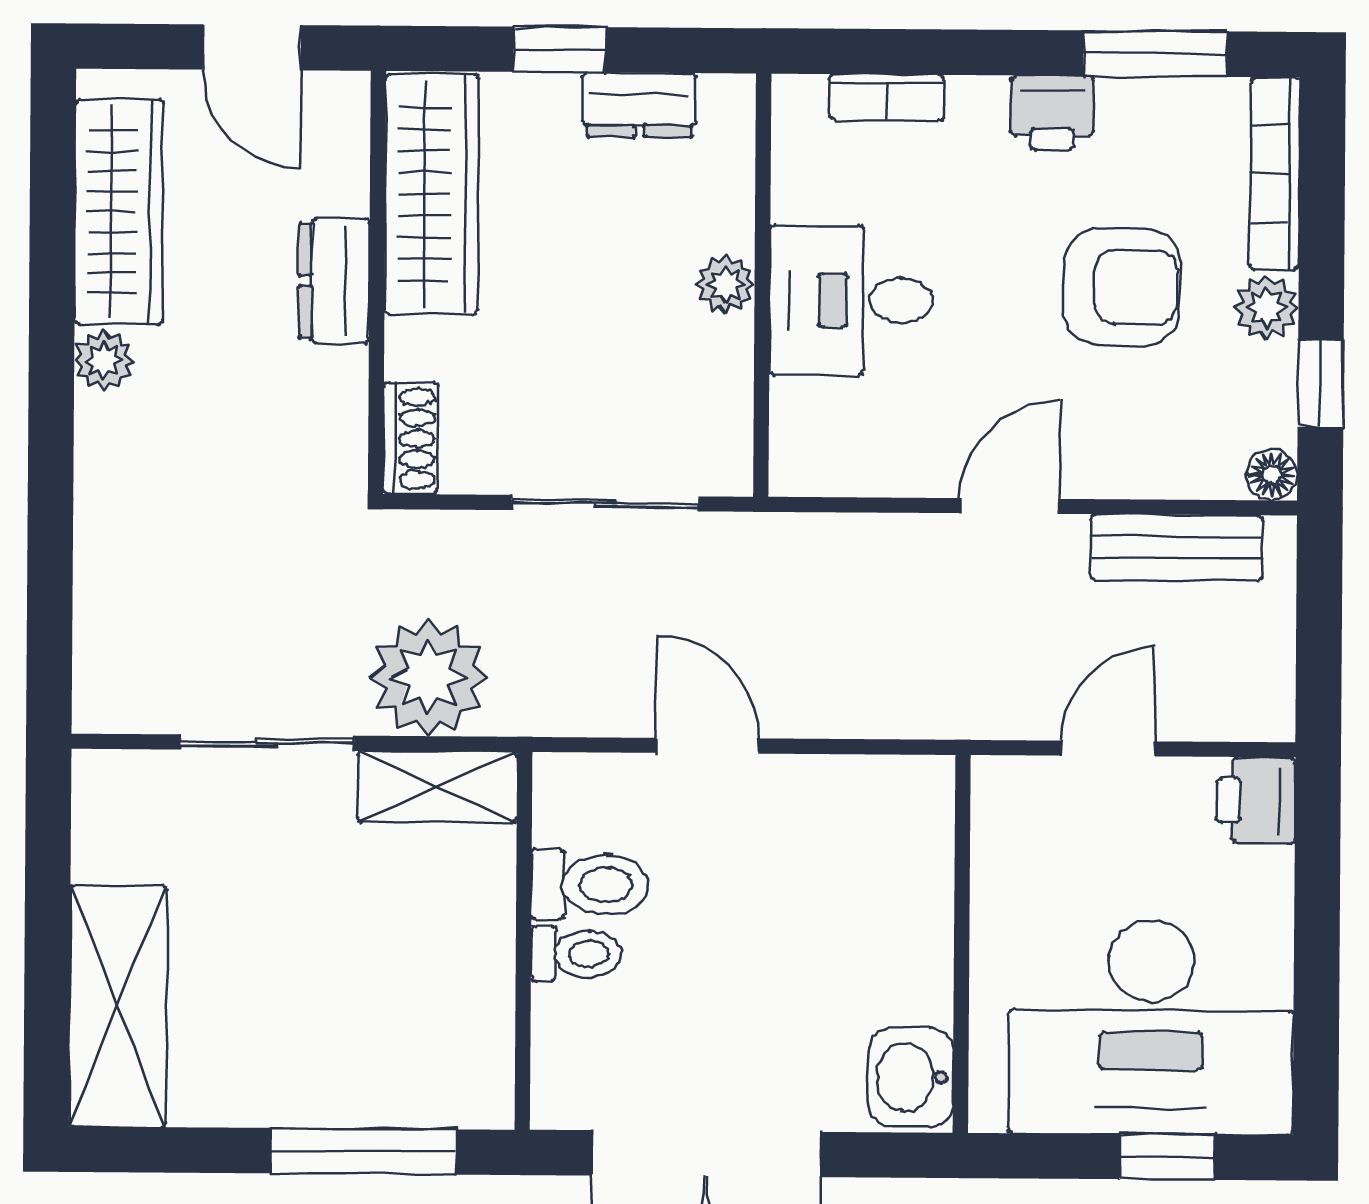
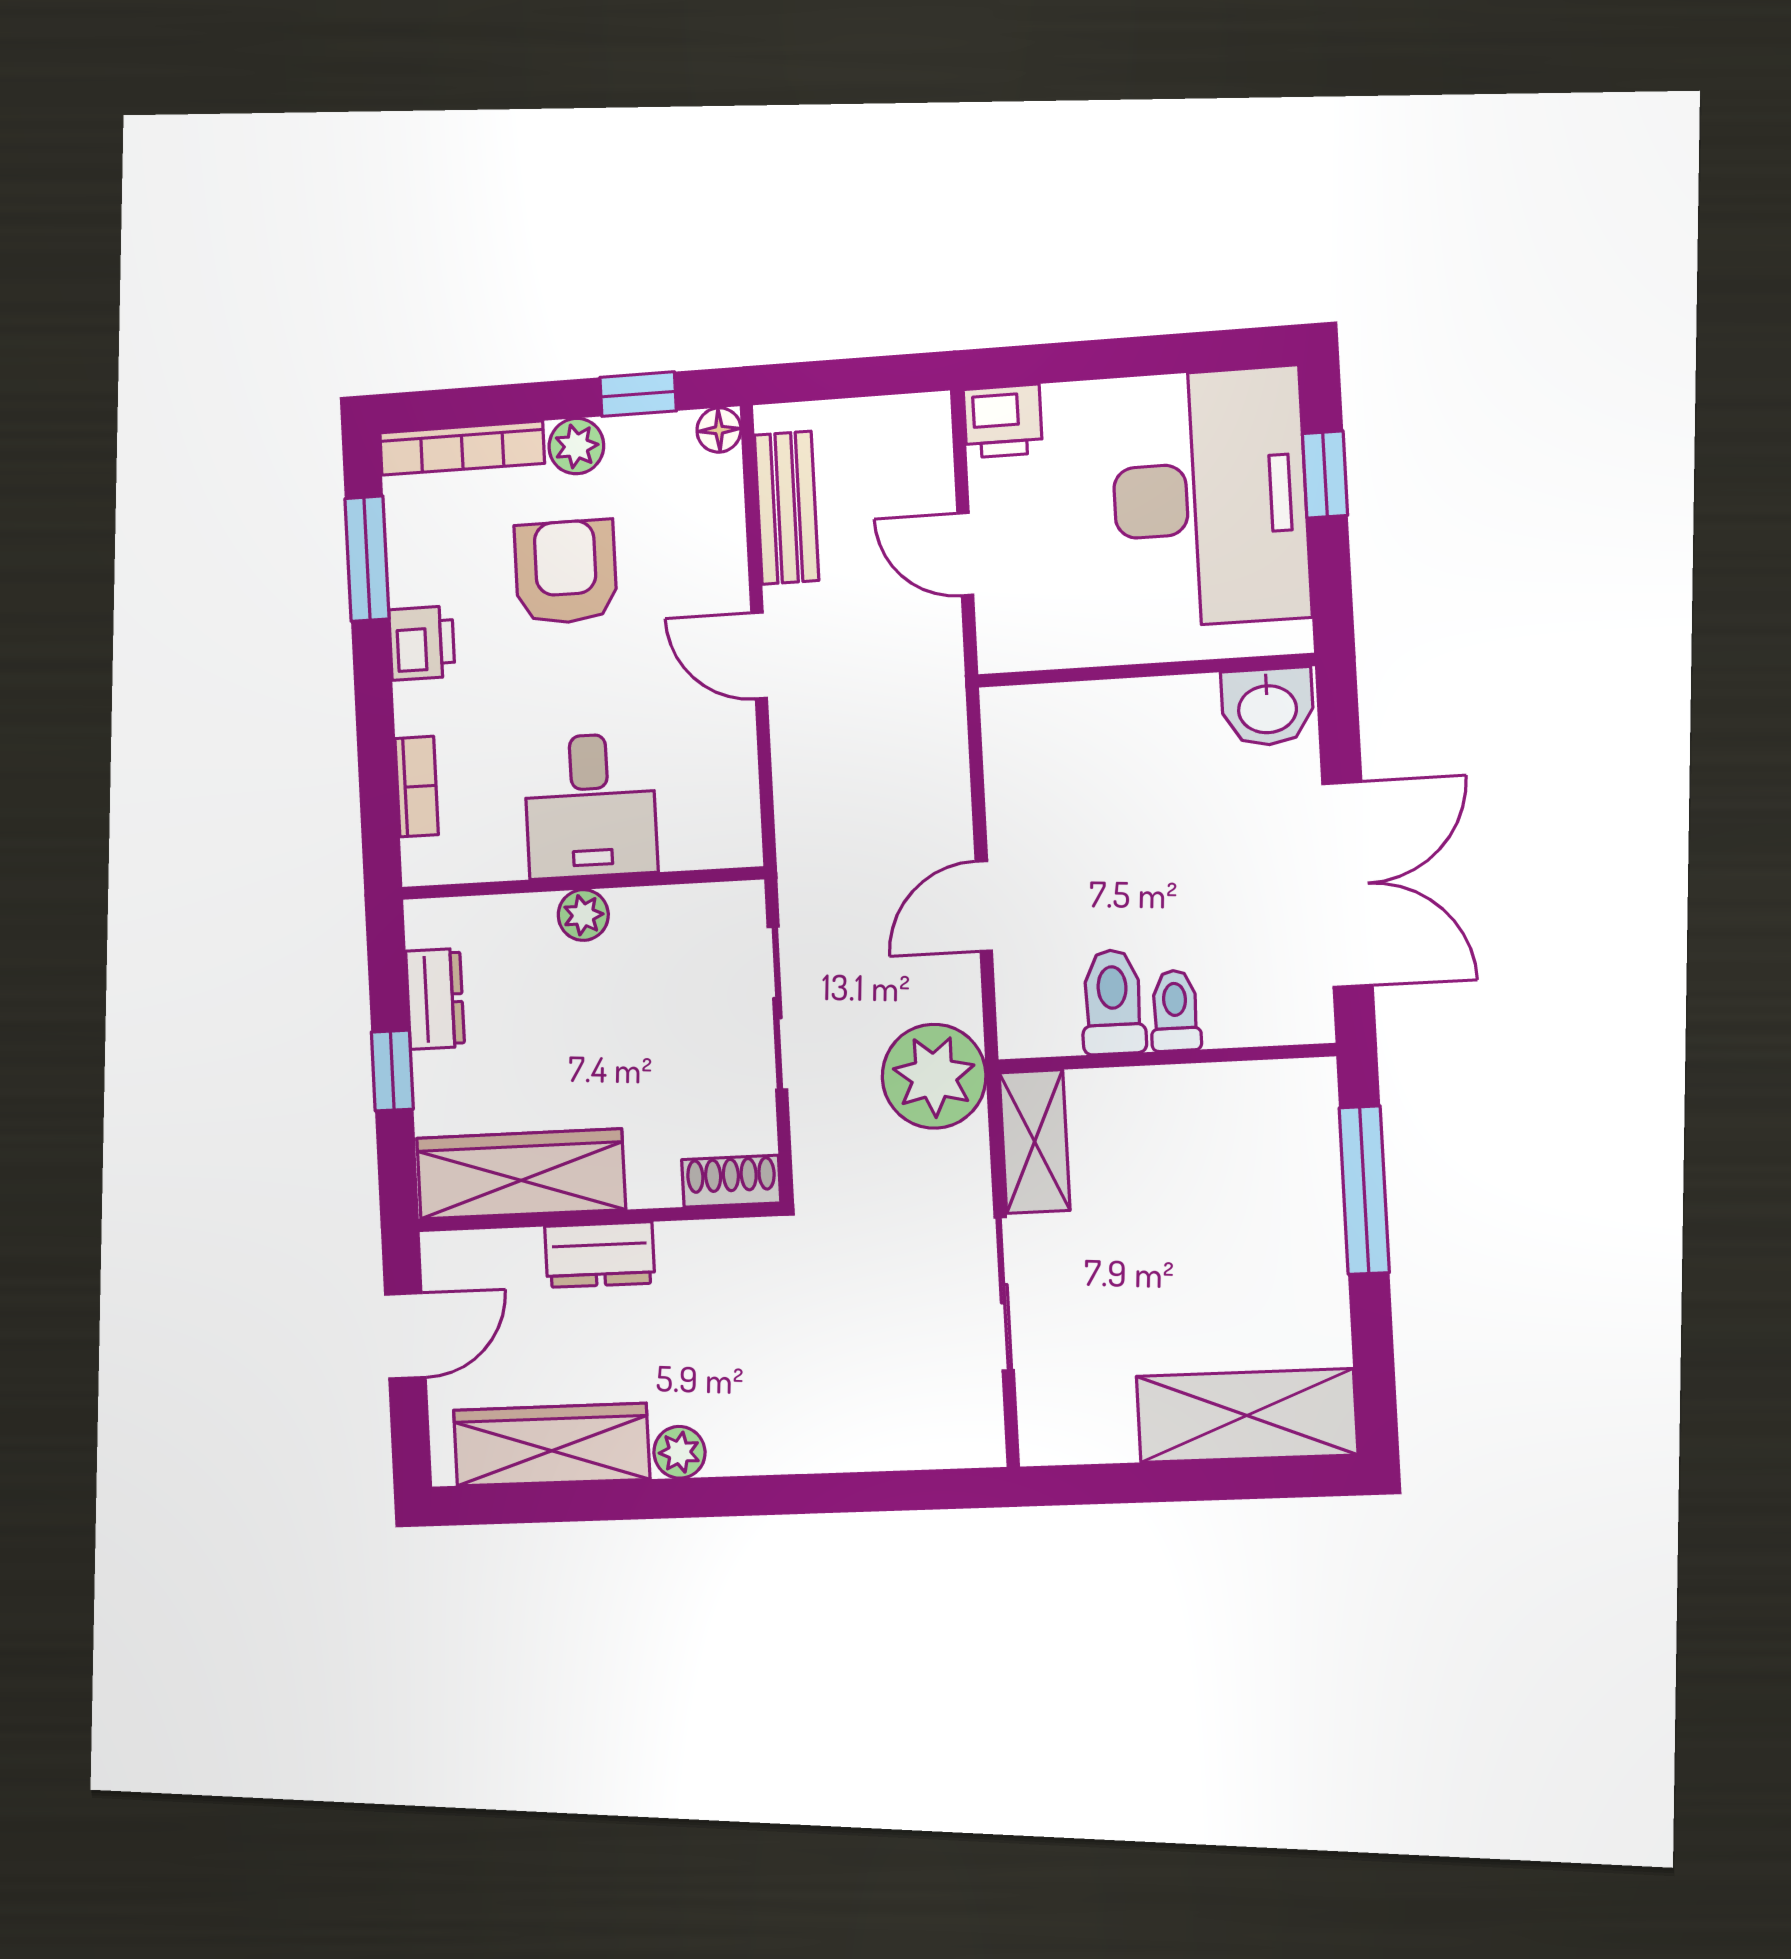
plant: (428, 677) -> (934, 1076), moved

